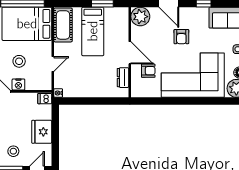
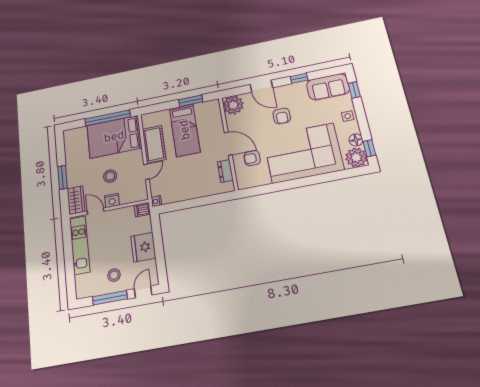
cot: (63, 25) -> (154, 144), moved
armchair: (148, 71) -> (252, 158), turned 180

